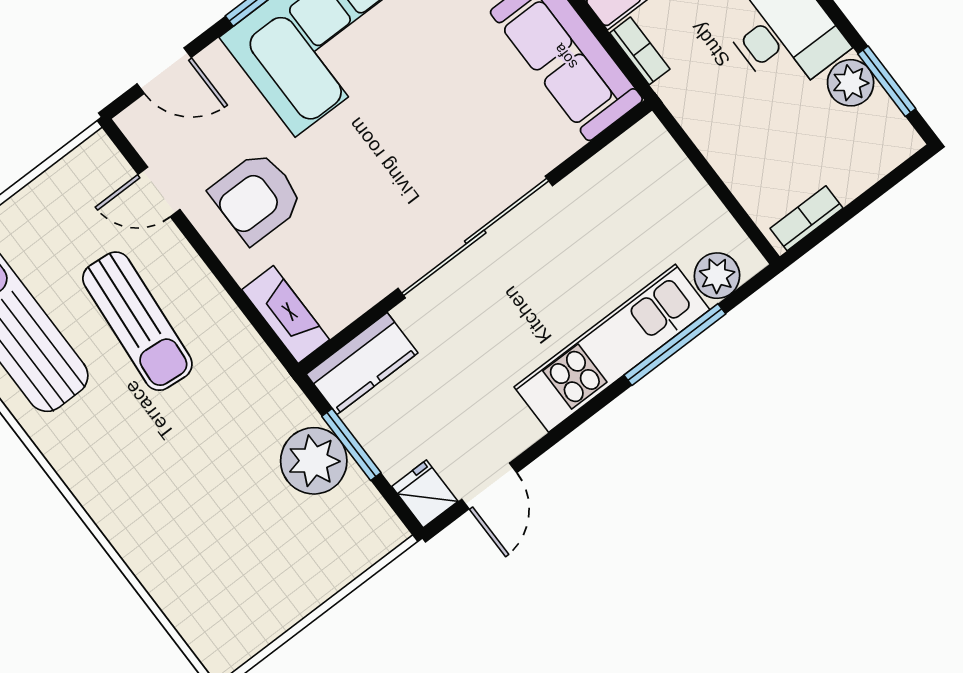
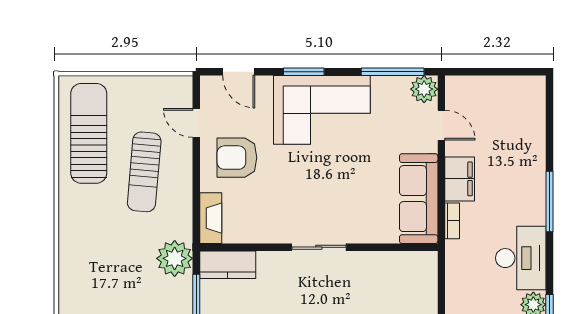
sliding door: (475, 237) -> (319, 247), width x0.54
plant: (314, 461) -> (175, 258), moved

